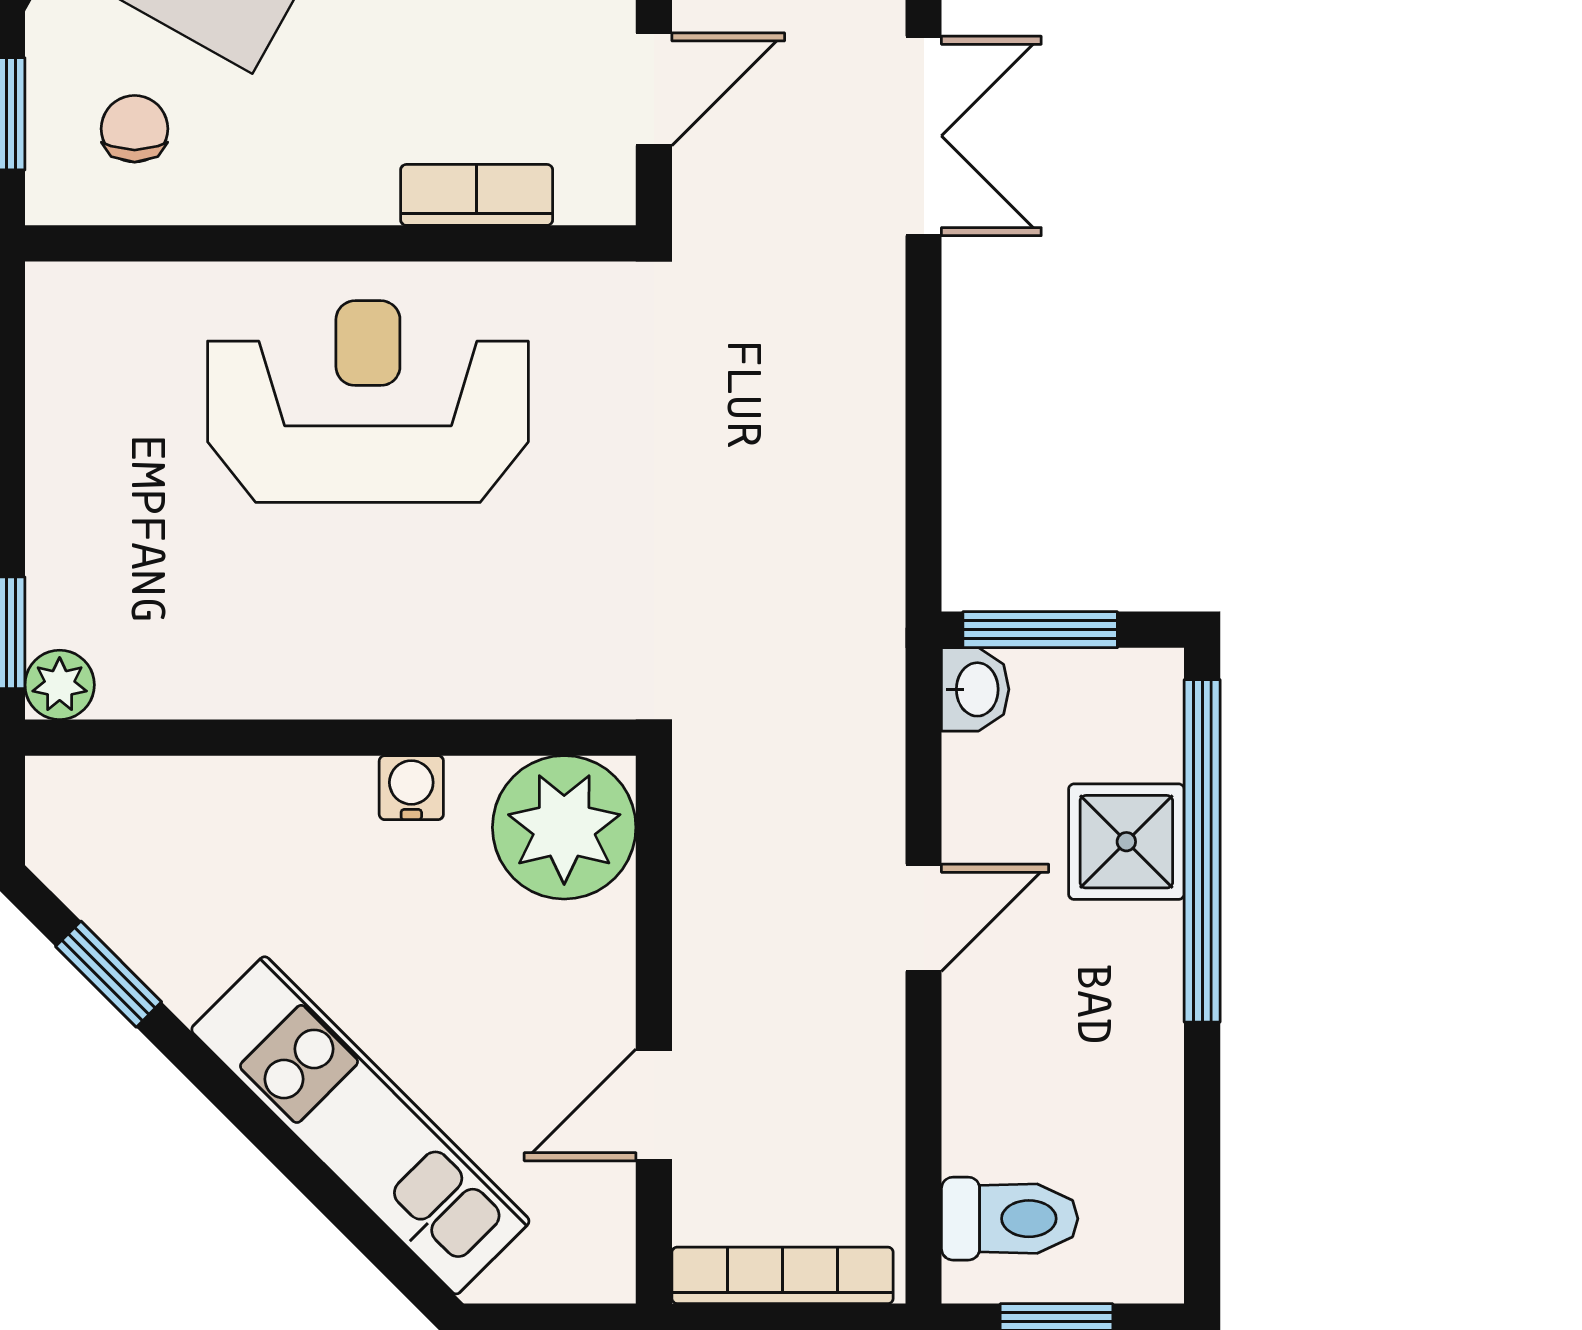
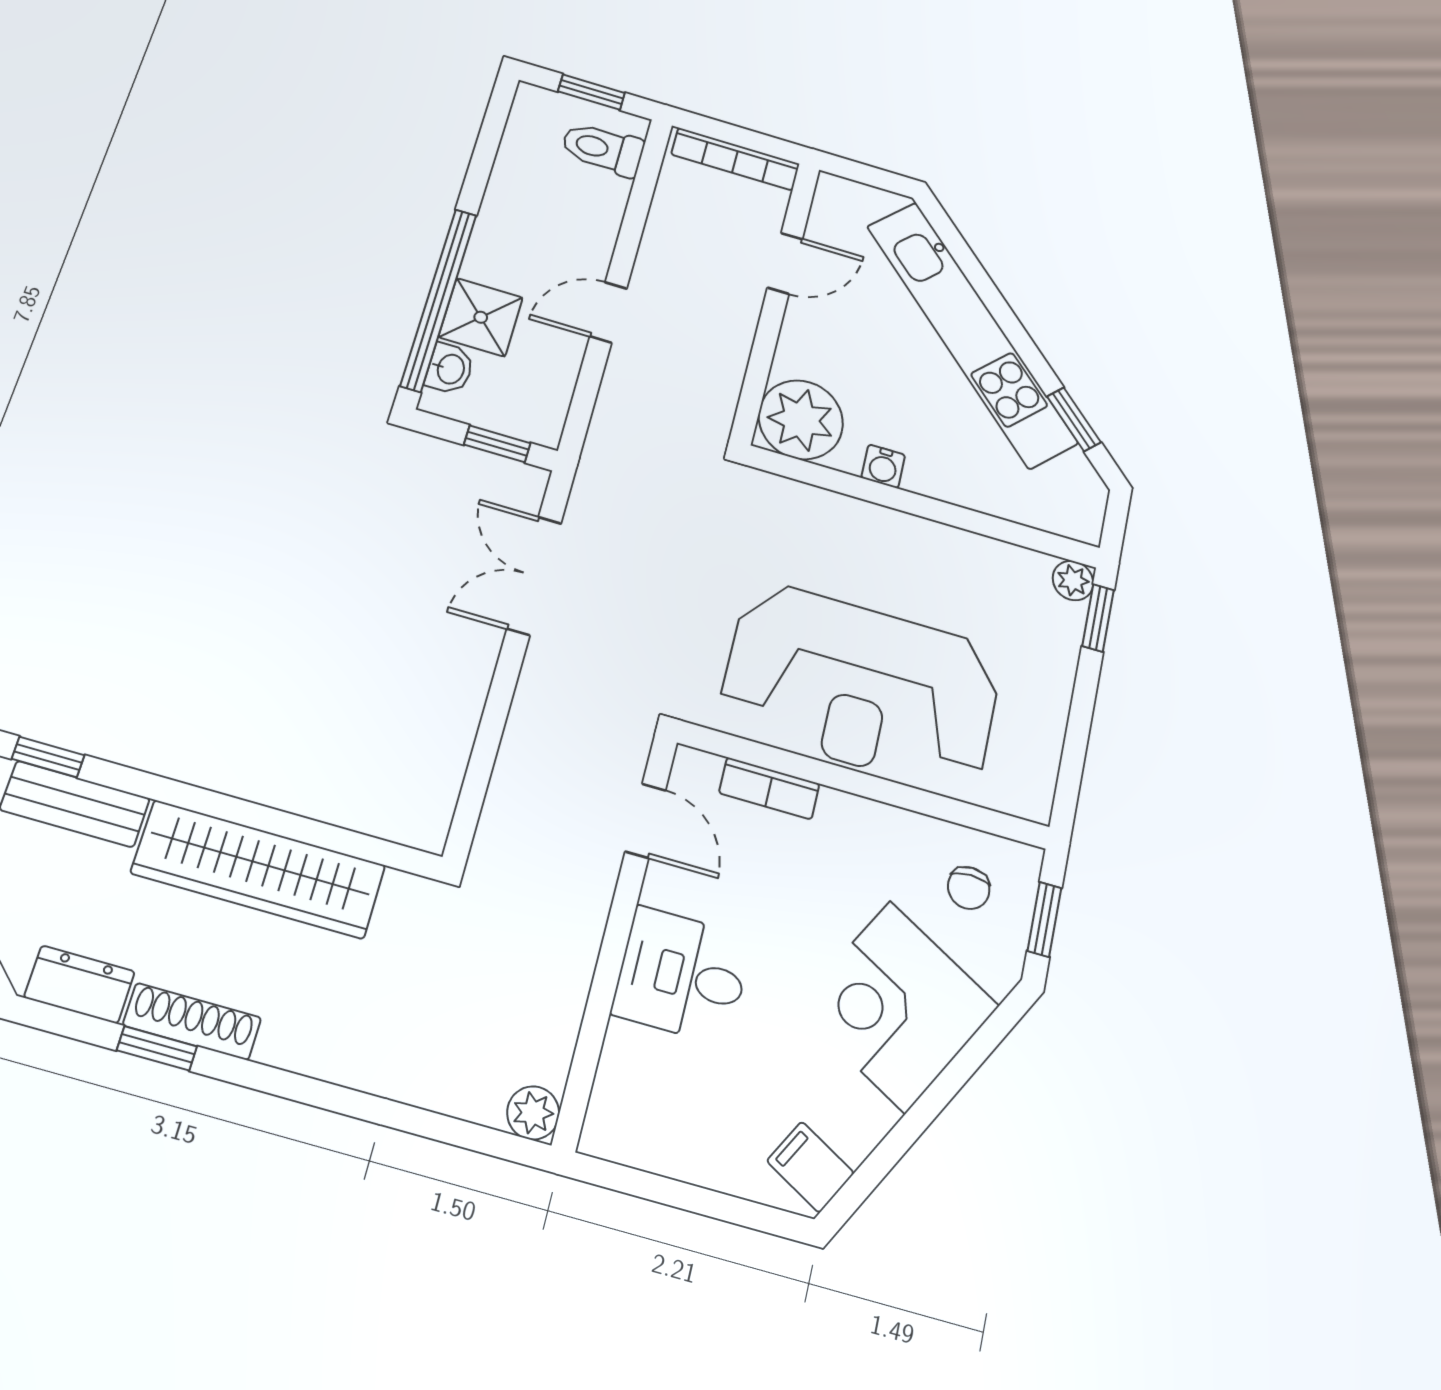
door: (654, 89) -> (645, 821), swing flipped
double door: (924, 136) -> (534, 576), moved
reception desk: (368, 402) -> (862, 686), width x1.36, depth x1.30
window: (1040, 630) -> (497, 444), width x0.67
washbasin: (975, 689) -> (450, 369), moved, turned 180
kitchen unit: (360, 1125) -> (971, 334), width x1.36

